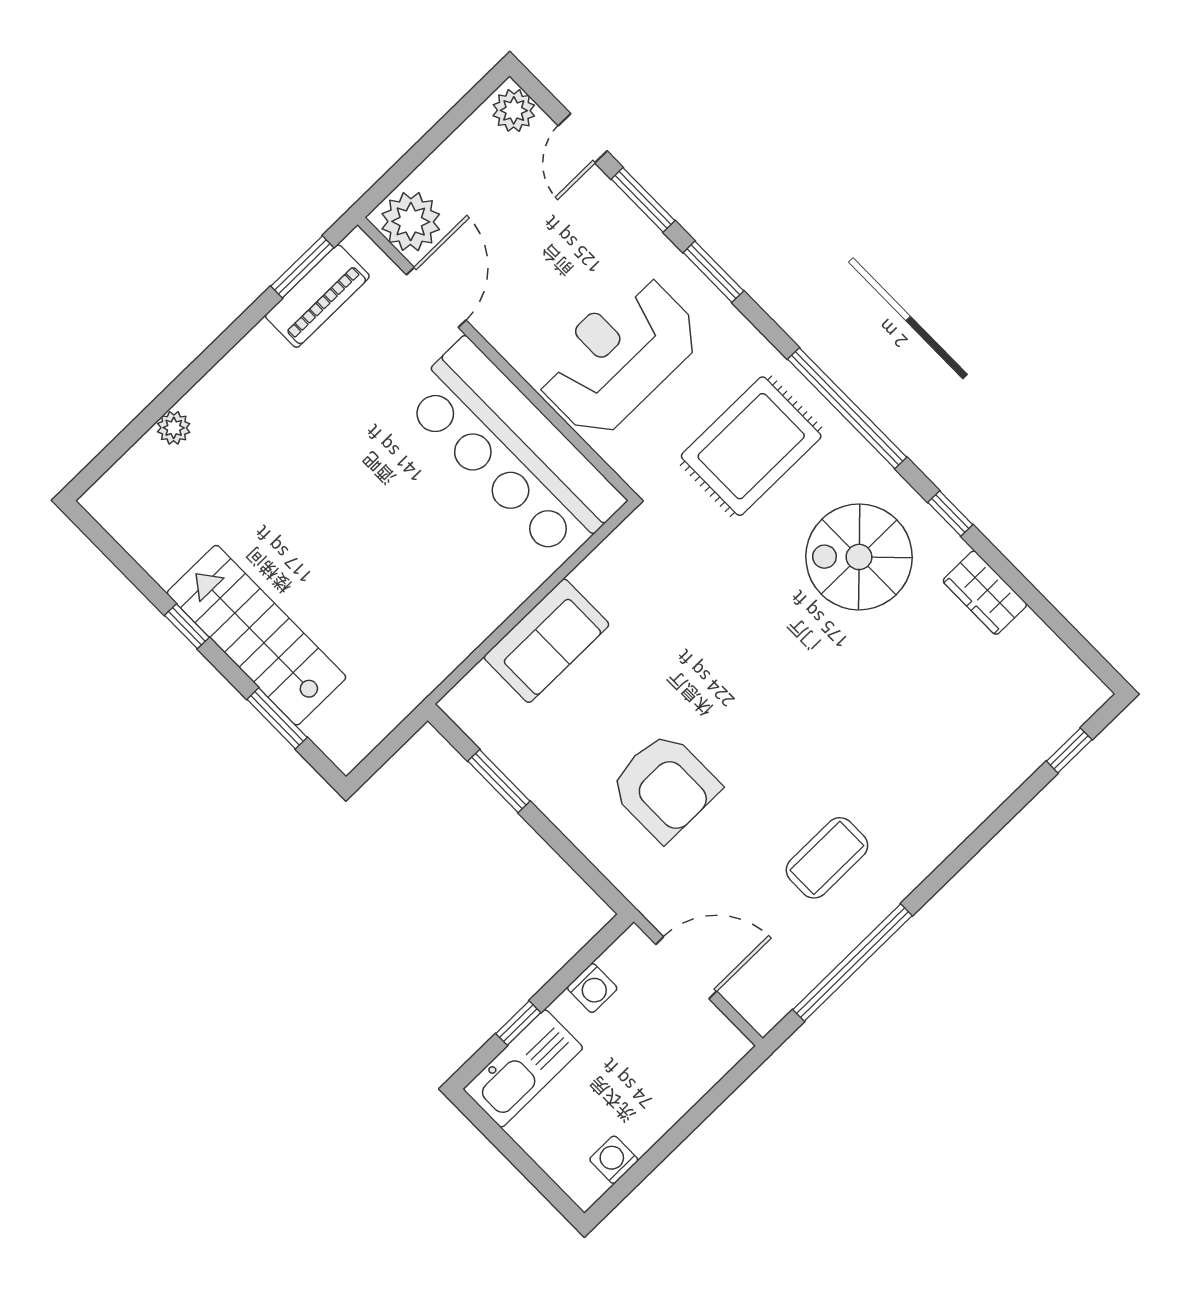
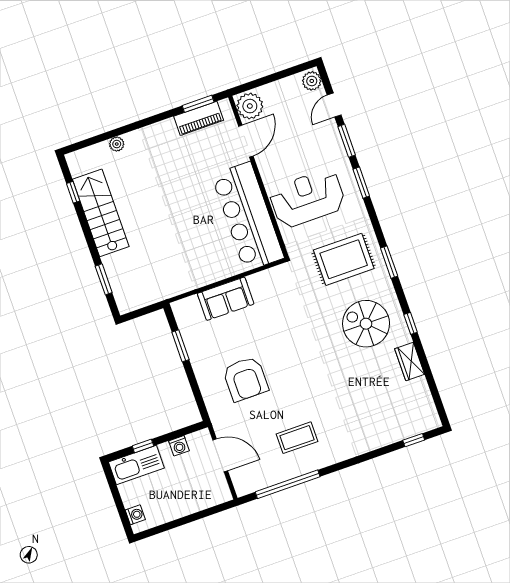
window: (847, 408) -> (389, 262), width x0.47
window: (187, 626) -> (73, 192), moved
stairs: (256, 635) -> (101, 213), moved
washing machine: (614, 1160) -> (135, 515), moved, turned 90

